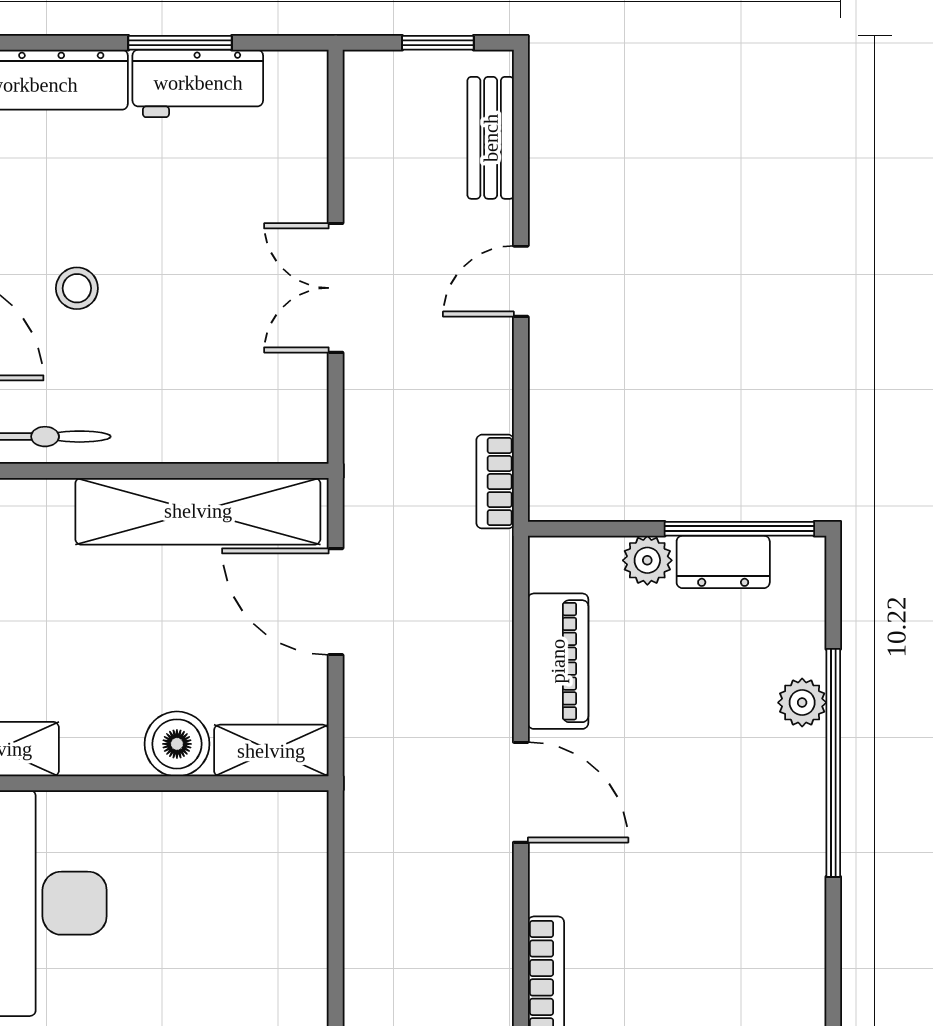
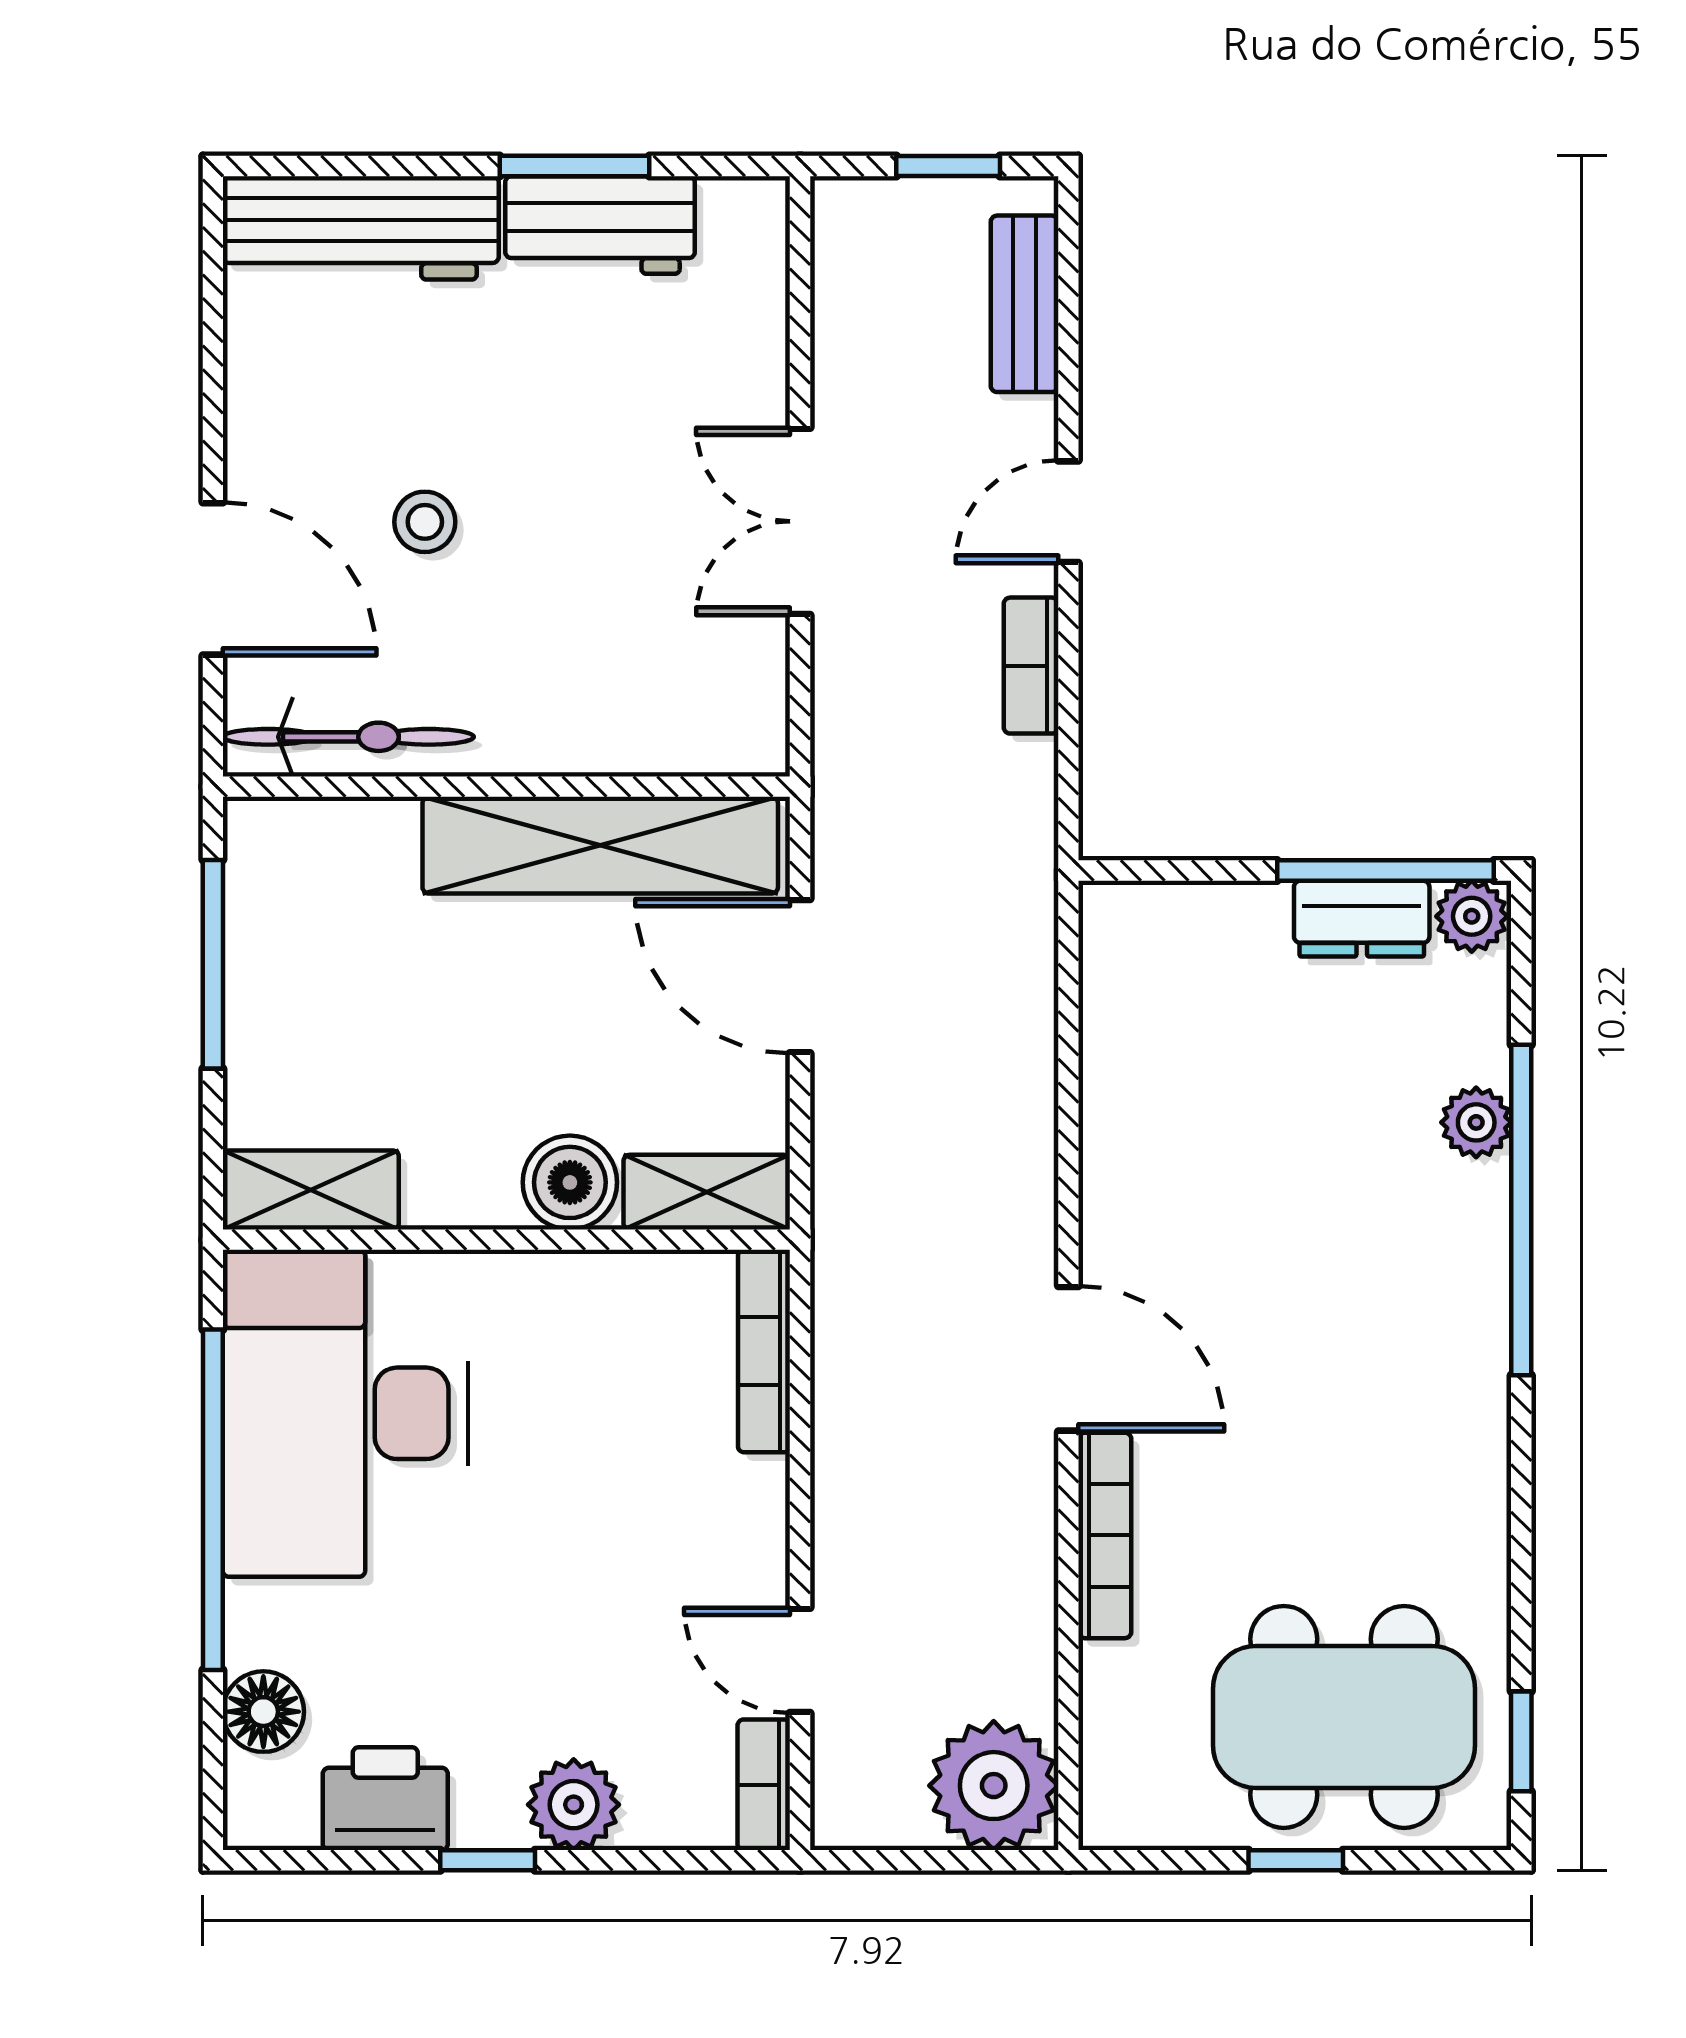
bookcase: (495, 482) -> (1031, 666), moved
plant: (647, 560) -> (1472, 916), moved
piano: (558, 661) -> (1122, 1063), removed
door: (521, 792) -> (1068, 1359), moved
bookcase: (311, 860) -> (764, 1351), added

